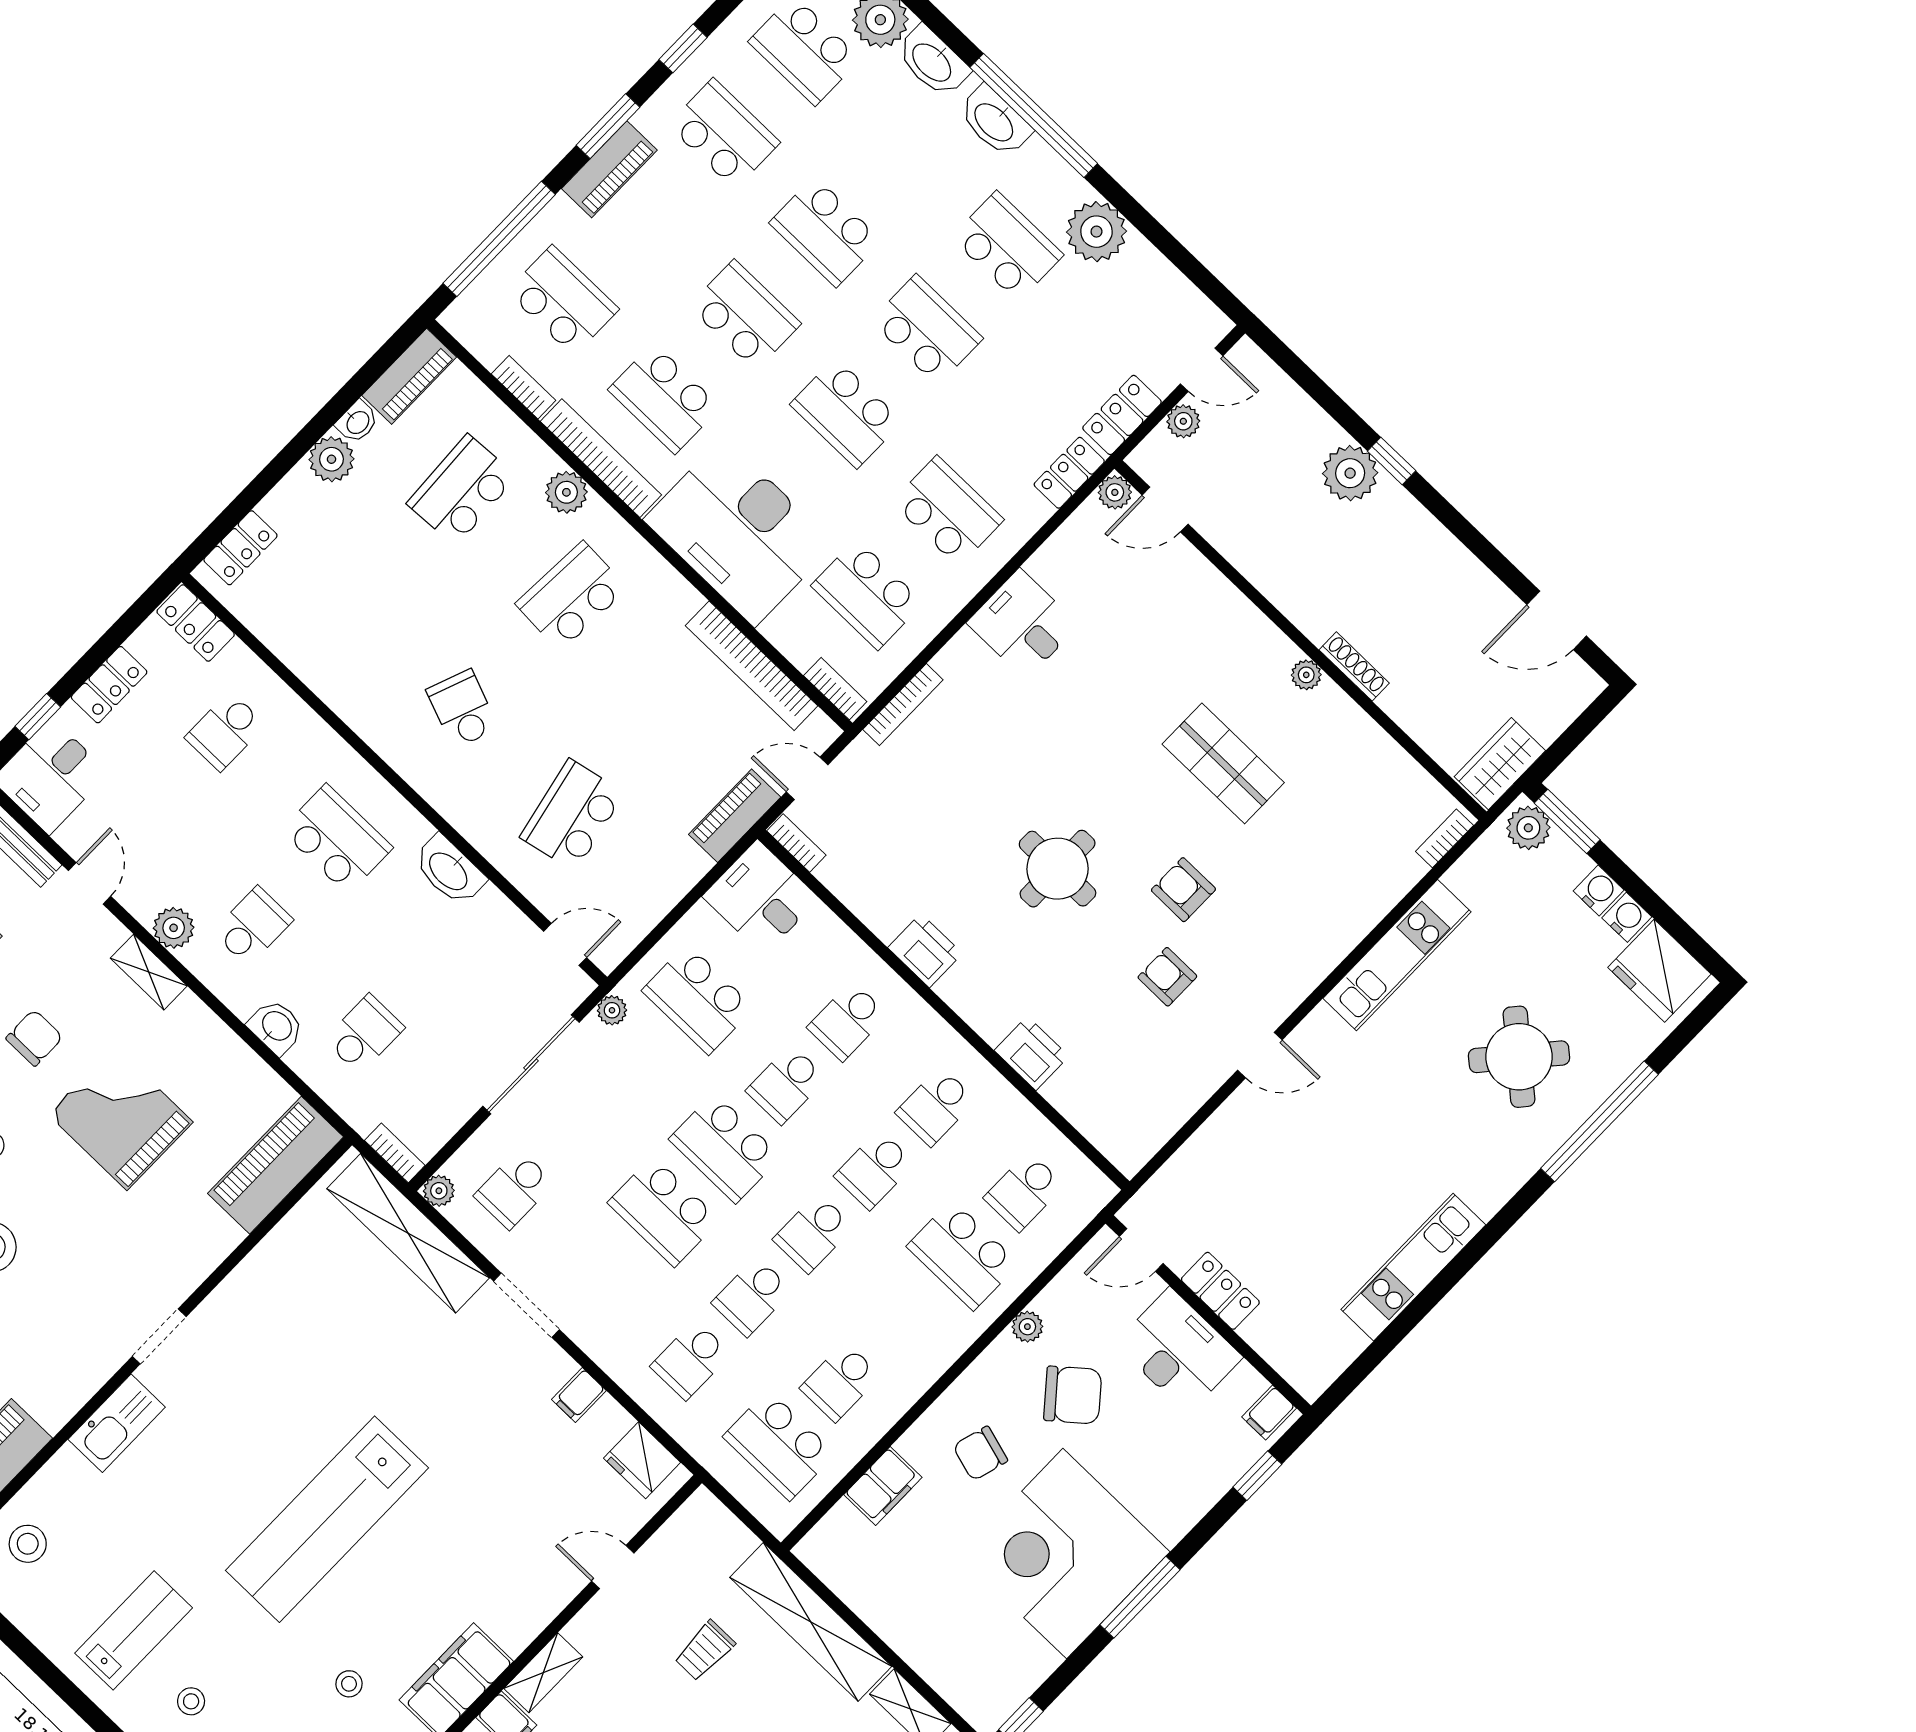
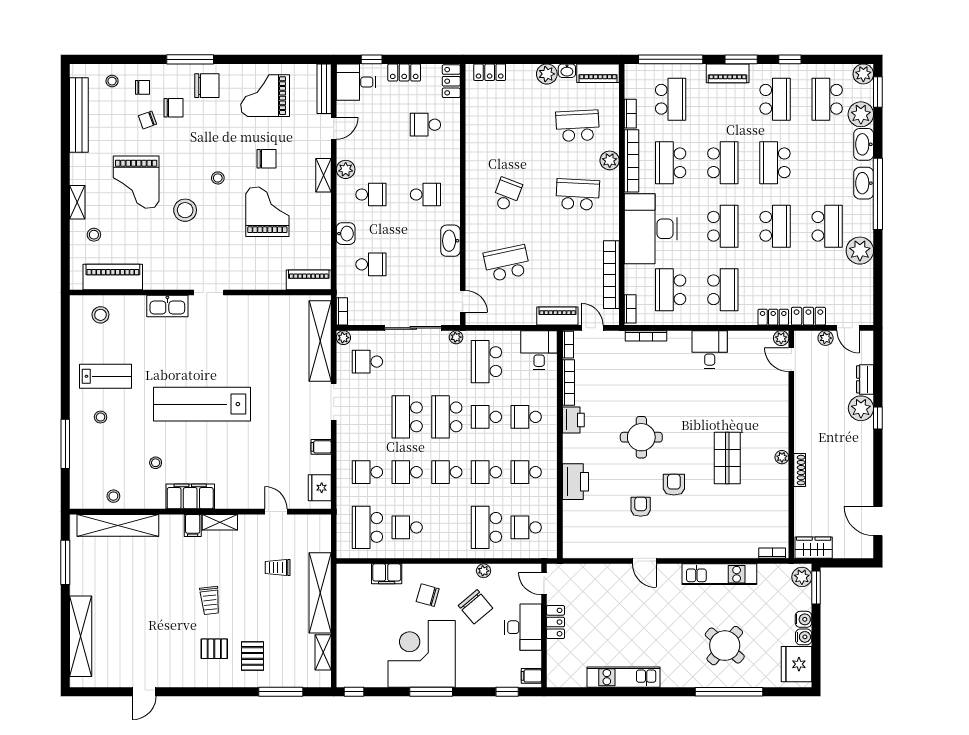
school desk: (846, 413) -> (723, 226), turned 180
dresser: (1310, 422) -> (865, 379), added
school desk: (337, 839) -> (425, 195), width x0.54
bookcase: (858, 901) -> (568, 382), added
printer: (1032, 1053) -> (575, 482), width x1.37, depth x1.19
piano: (276, 1165) -> (309, 280), width x0.73, depth x0.75

